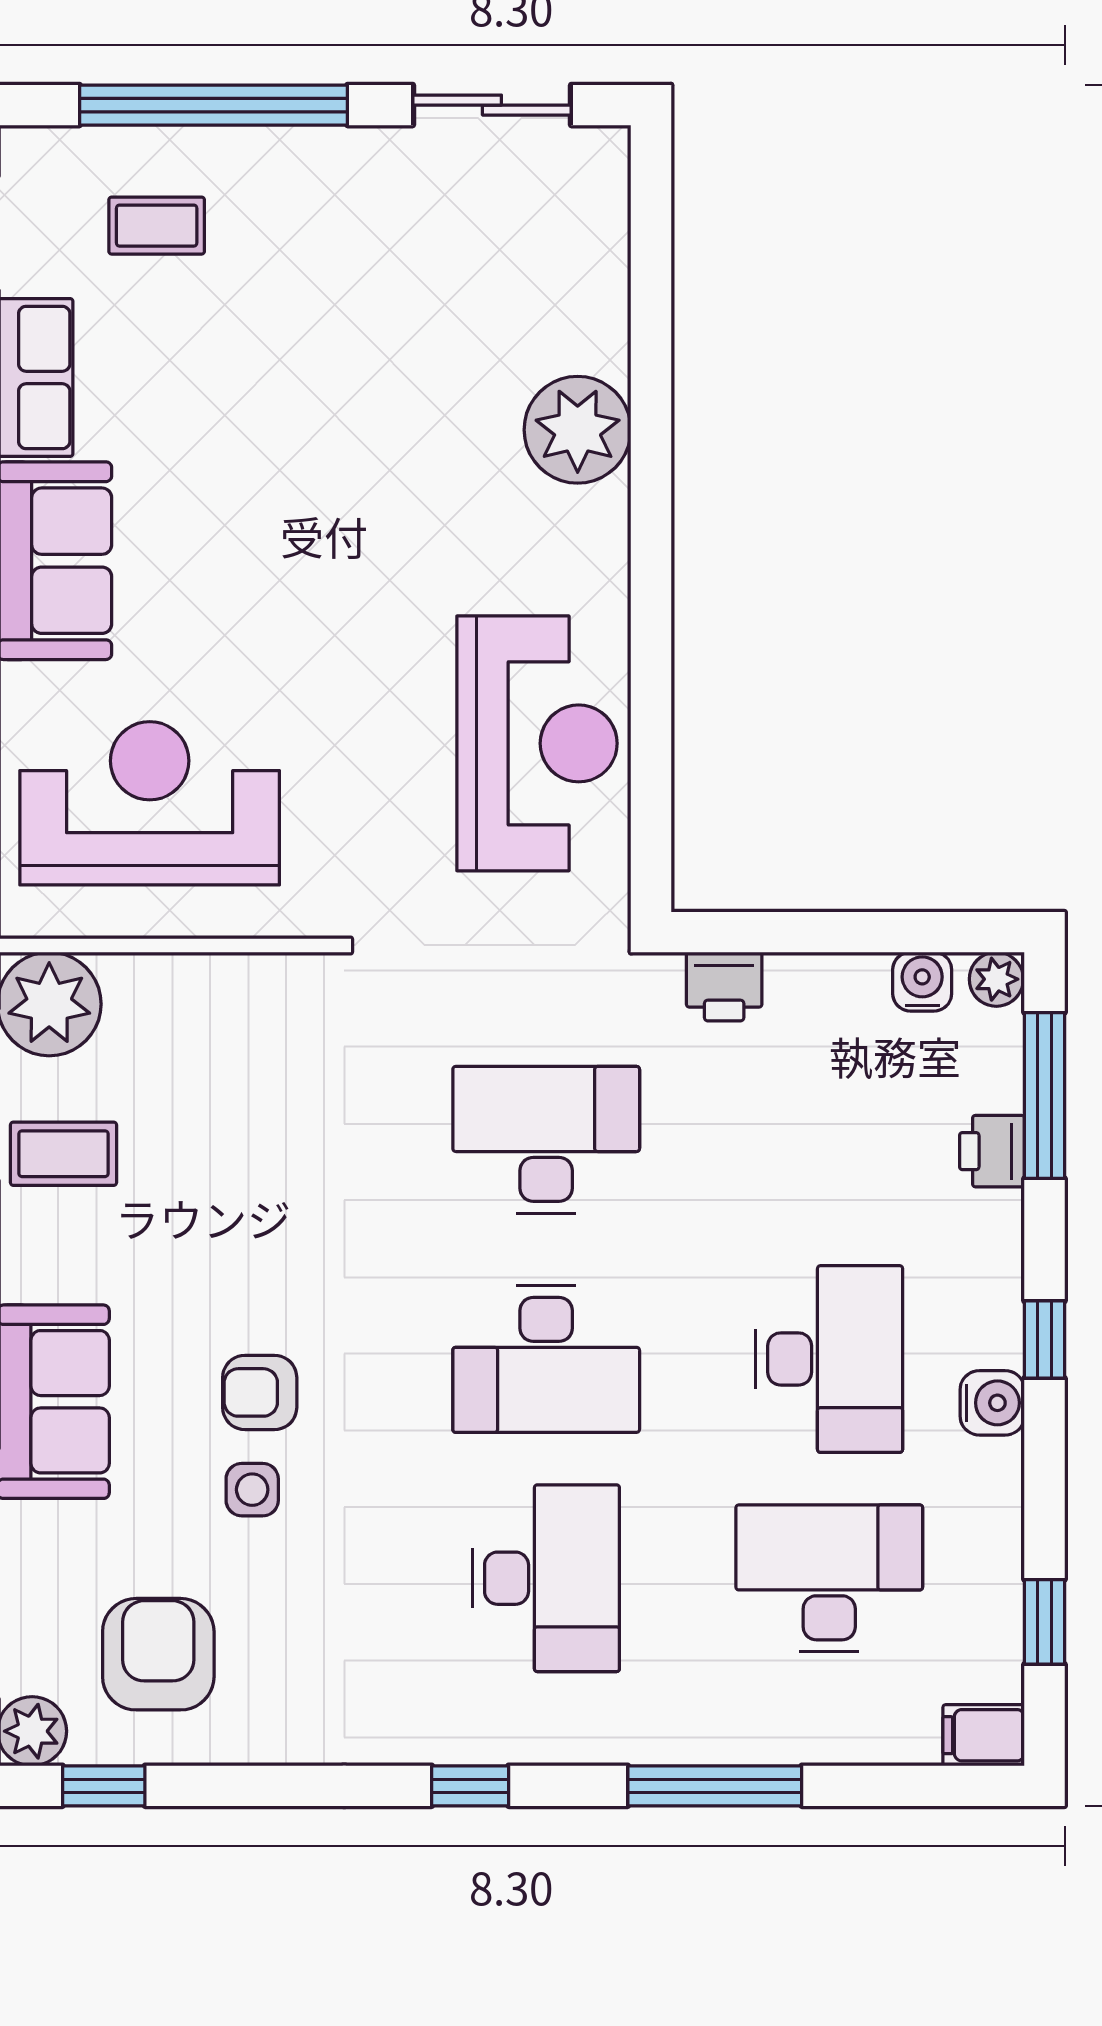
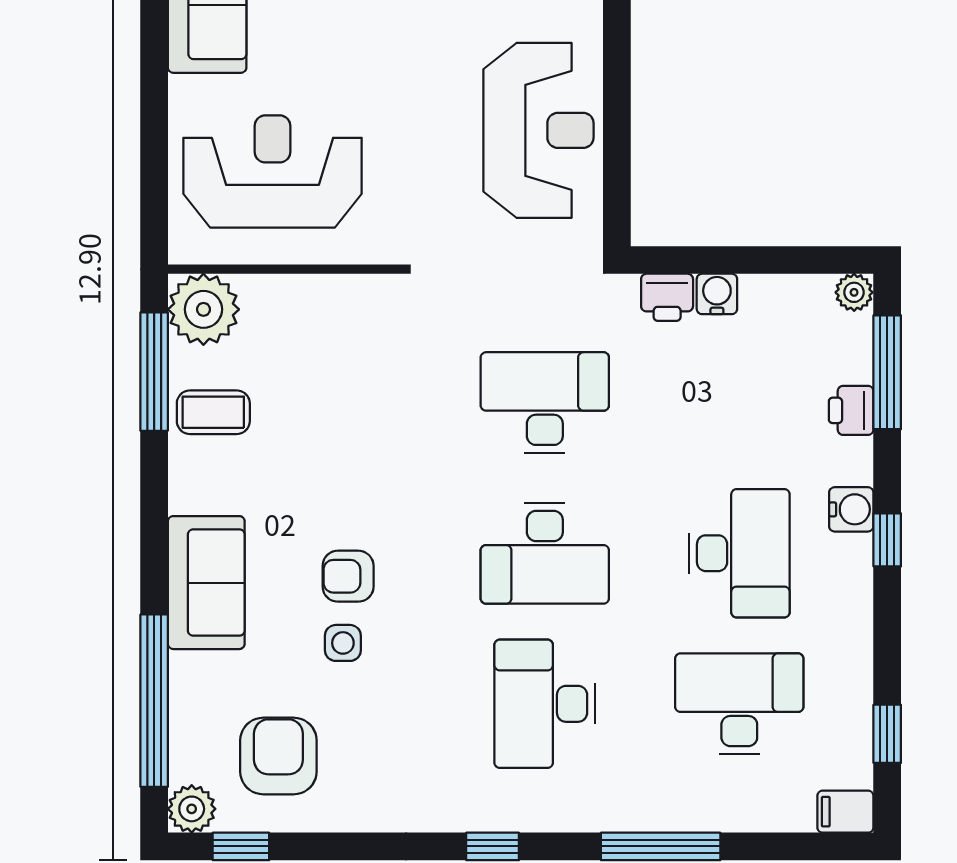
water cooler: (922, 982) -> (717, 294), moved
water cooler: (992, 1403) -> (851, 509), moved
desk: (546, 1578) -> (545, 704), turned 180

